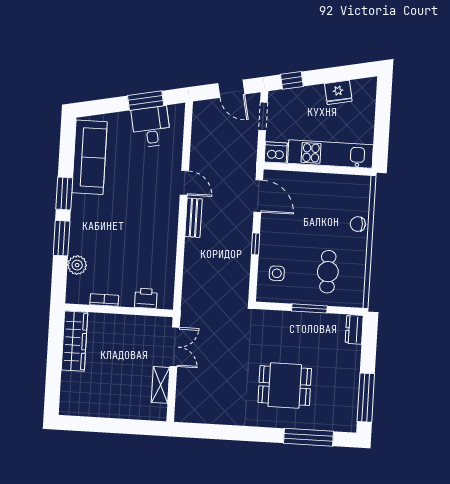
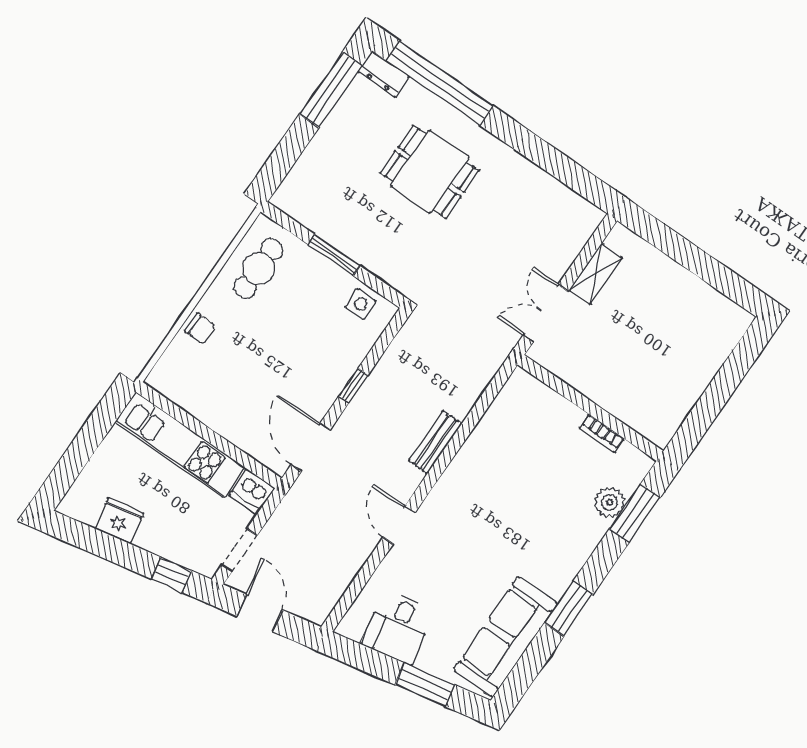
window: (146, 101) -> (425, 685), moved
bench: (193, 218) -> (435, 442), moved
window: (62, 238) -> (635, 513), moved
cafe table: (328, 272) -> (258, 268), moved
side table: (277, 273) -> (361, 304), moved
printer: (146, 298) -> (545, 402), removed
dresser: (354, 329) -> (384, 74), moved, turned 90
wardrobe: (74, 341) -> (675, 403), removed
window: (308, 437) -> (440, 83), width x1.46

